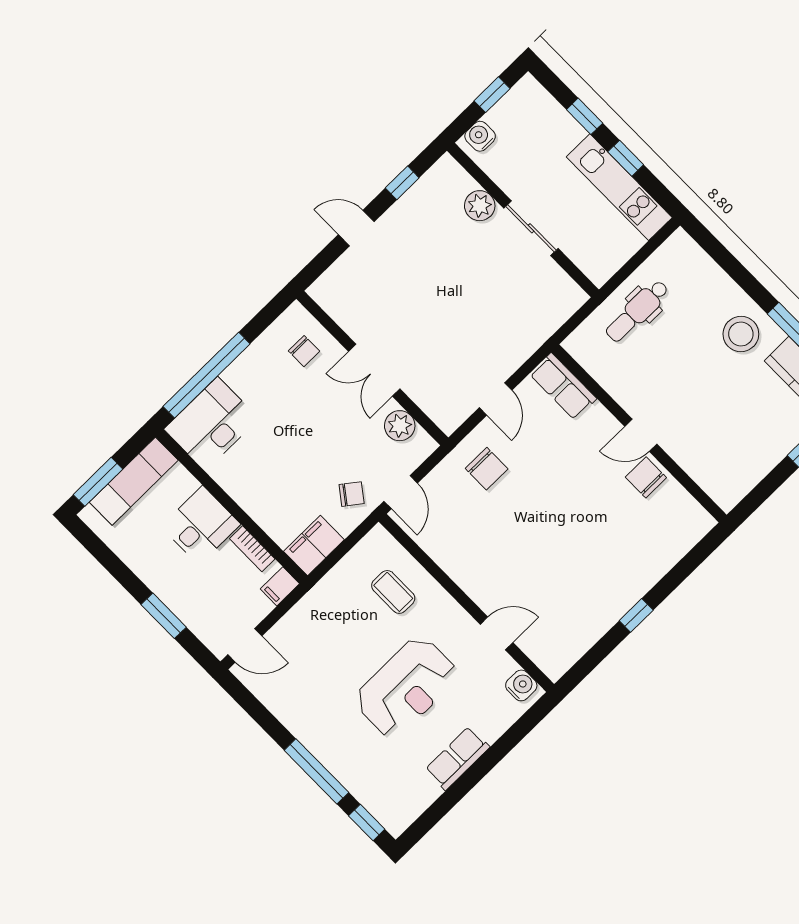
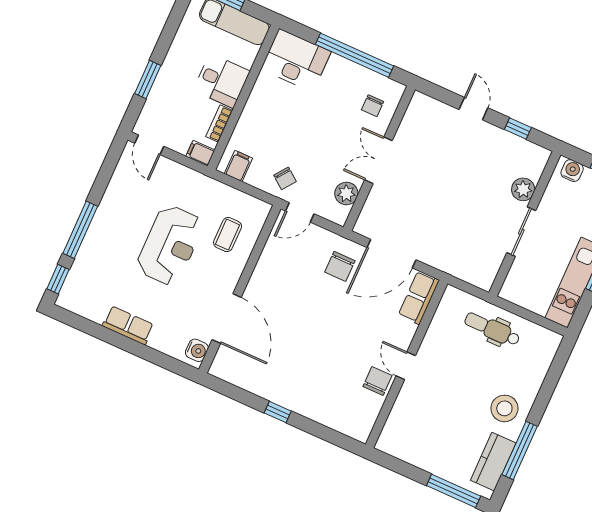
window: (207, 375) -> (354, 55), moved
door: (496, 399) -> (391, 254), width x1.88
filing cabinet: (314, 546) -> (238, 166), width x0.50
door: (497, 633) -> (227, 319), width x1.87
reception desk: (406, 687) -> (170, 245), moved, turned -90

